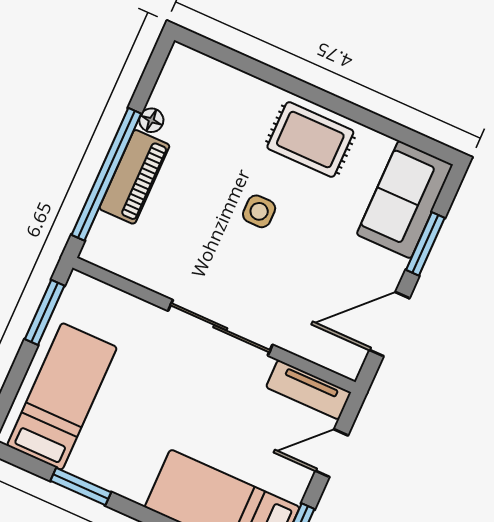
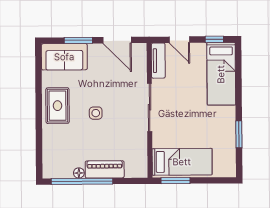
window: (106, 174) -> (82, 181), moved
bed: (62, 396) -> (182, 162), moved, turned 180

